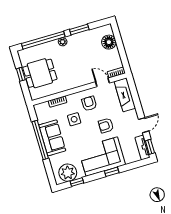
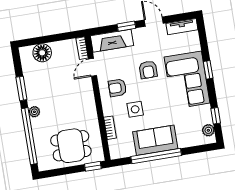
dining table: (40, 73) -> (71, 146), turned 90
window: (21, 74) -> (93, 166), moved
window: (150, 147) -> (126, 26), moved
plant: (68, 173) -> (208, 130), width x0.53, depth x0.53

